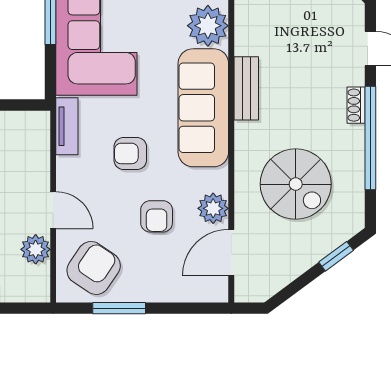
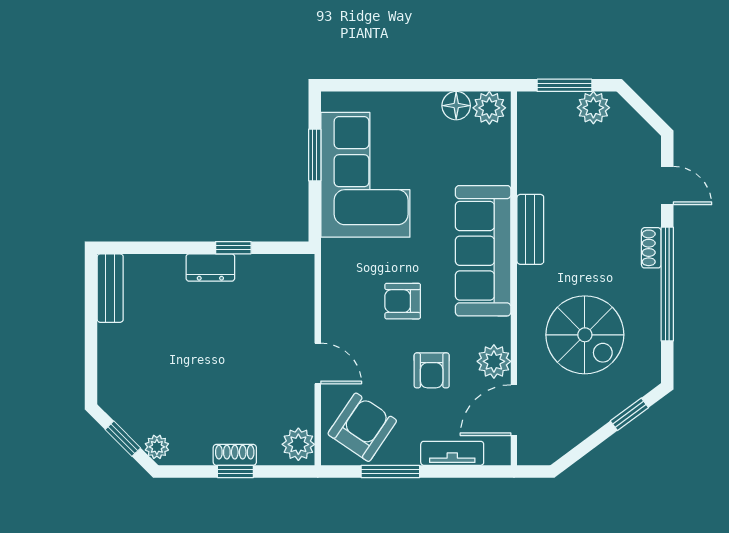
plant: (208, 26) -> (488, 160), removed
tv unit: (67, 126) -> (452, 453), moved, turned -90
plant: (36, 249) -> (298, 444), moved

